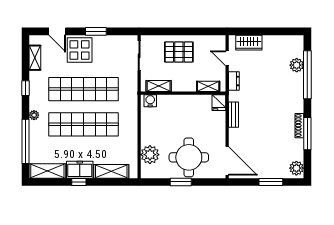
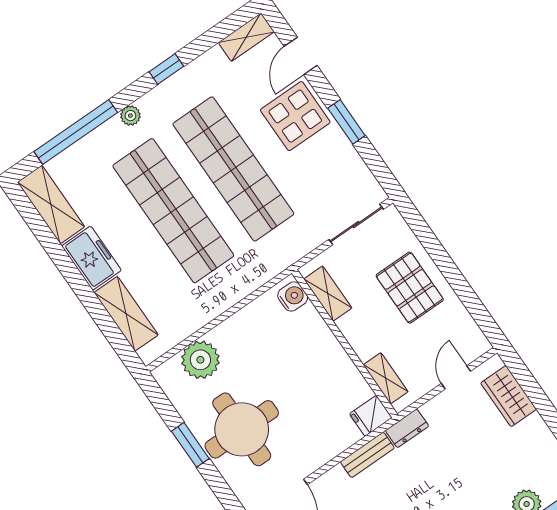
shelving: (35, 58) -> (246, 37), moved
dresser: (234, 81) -> (407, 428), moved
window: (79, 182) -> (70, 271), removed

